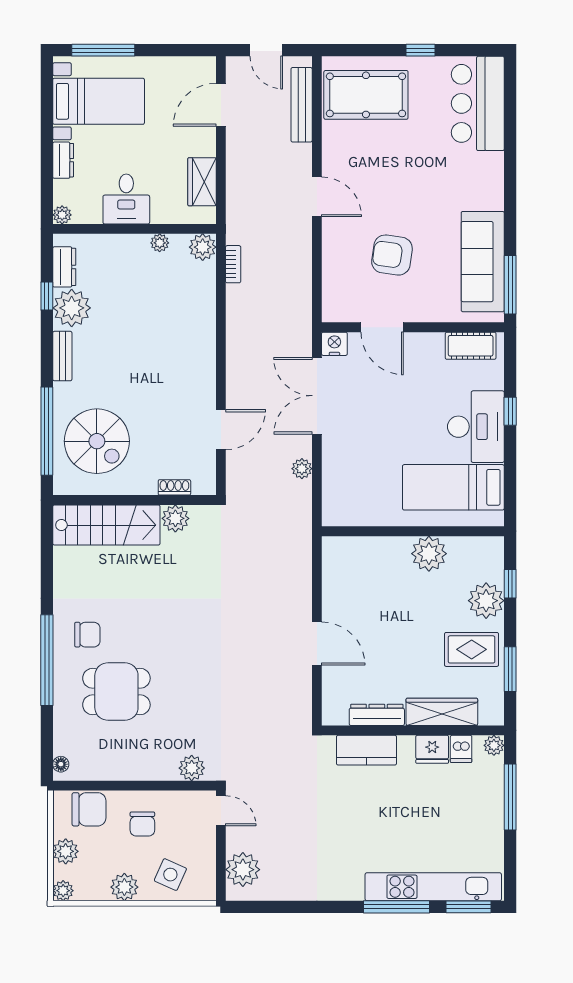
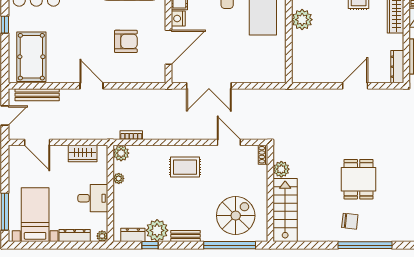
dresser: (63, 160) -> (75, 235), width x1.44
door: (317, 197) -> (91, 86), hinge flipped
armchair: (392, 255) -> (126, 41), turned -98
door: (382, 327) -> (168, 47), width x1.36
nightstand: (334, 344) -> (178, 19), moved
rug: (179, 355) -> (185, 167), added
plant: (302, 469) -> (252, 95), removed
shoe rack: (174, 487) -> (263, 155), moved
chair: (87, 635) -> (350, 221), turned 96
dining table: (116, 692) -> (359, 179), moved
dresser: (377, 715) -> (397, 67), moved

